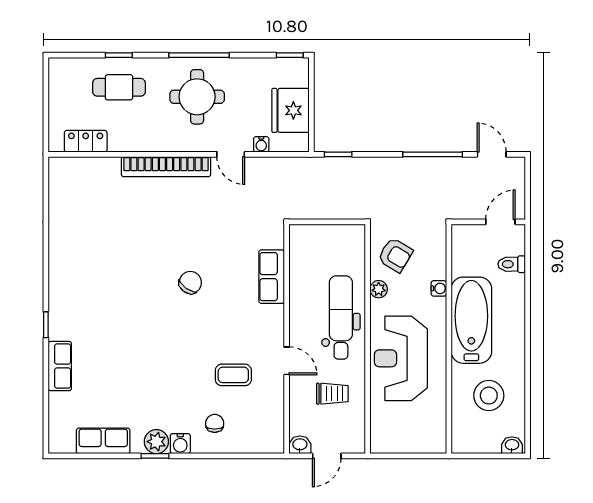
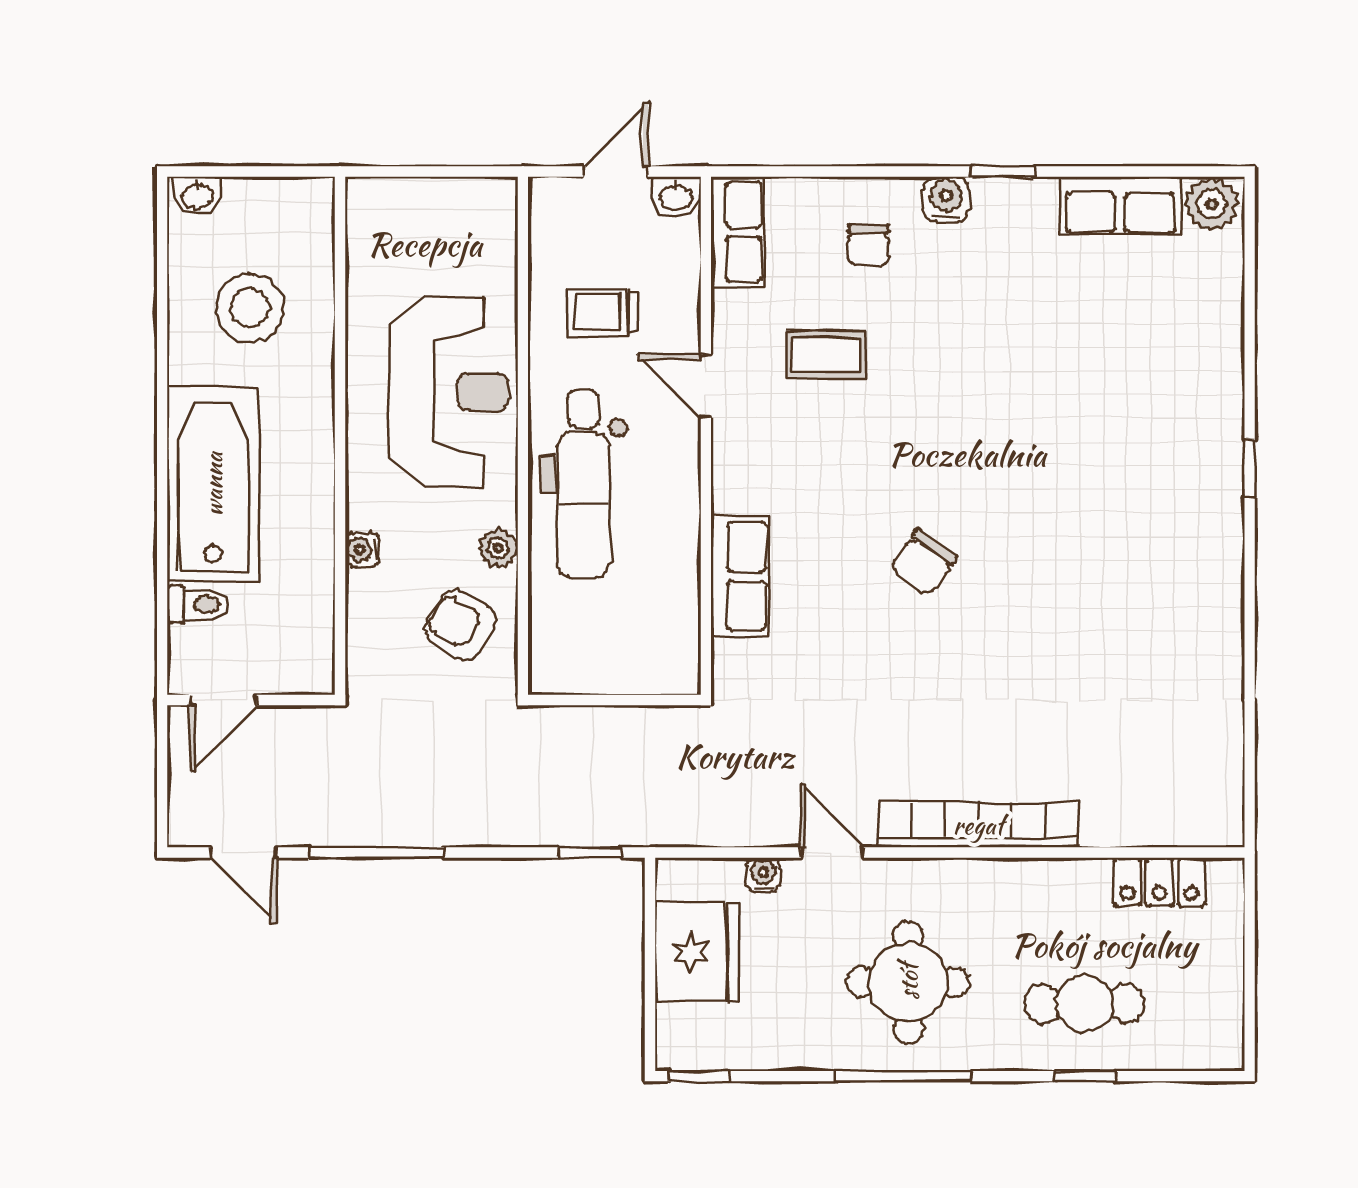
bathtub: (471, 320) -> (213, 484), moved, turned 180
row of seats: (60, 366) -> (737, 232), moved, turned 180
plant: (156, 442) -> (1212, 204), moved

